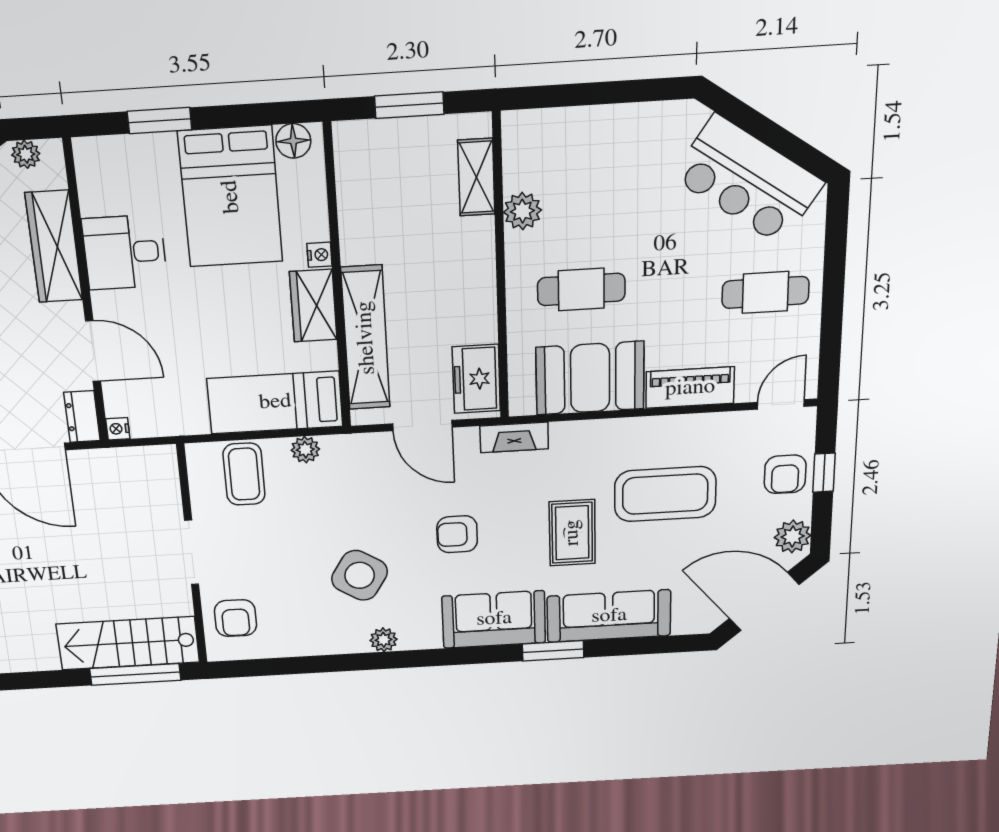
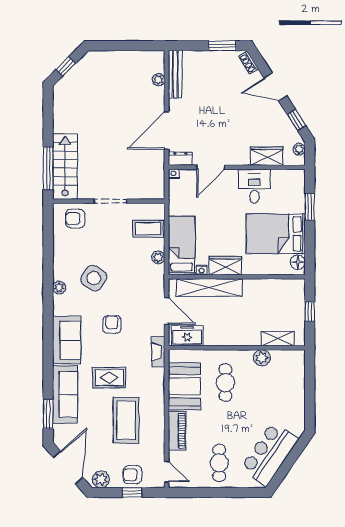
window: (409, 105) -> (310, 312), width x0.67
wardrobe: (54, 247) -> (267, 156), width x0.67
nightstand: (319, 255) -> (202, 270), moved
door: (422, 425) -> (167, 311), swing flipped
window: (553, 651) -> (48, 414), moved

